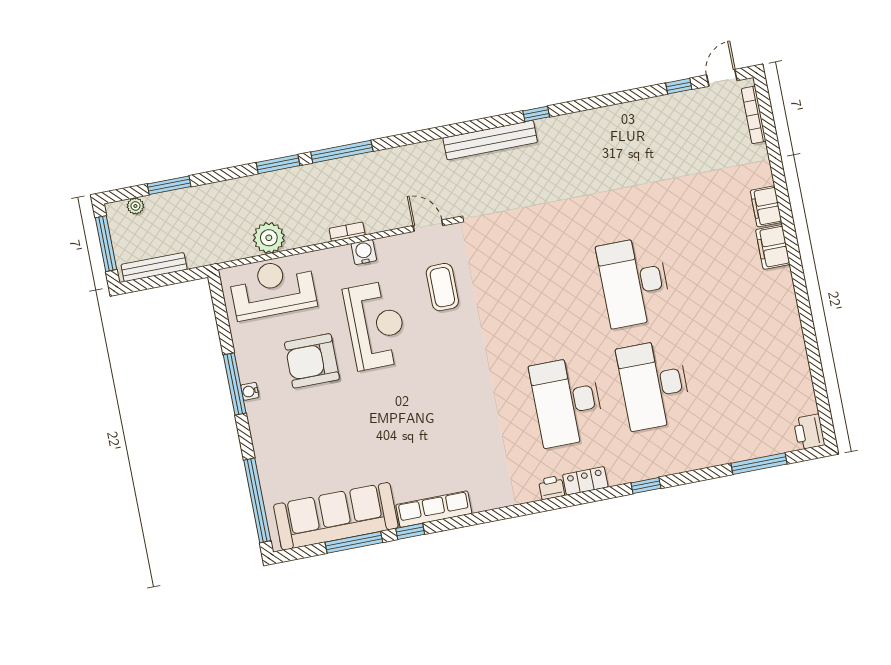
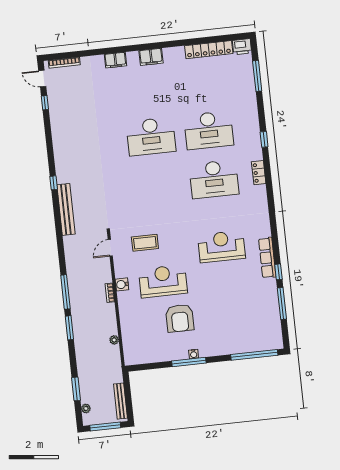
plant: (269, 238) -> (114, 340), width x0.53, depth x0.53
filing cabinet: (773, 247) -> (151, 57), moved
reception desk: (273, 289) -> (221, 247), moved, turned 90
locker: (799, 372) -> (209, 50), added
printer: (551, 488) -> (261, 192), removed
sofa: (336, 516) -> (267, 312), removed

